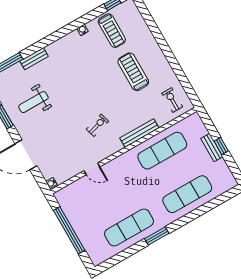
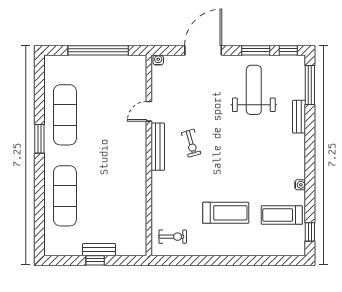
weight bench: (33, 102) -> (254, 90), width x1.36, depth x1.33
bench: (139, 133) -> (158, 147), moved
exercise mat: (162, 151) -> (126, 196), removed

